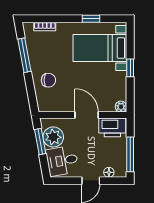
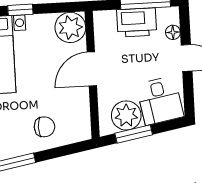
chair: (48, 80) -> (44, 127), turned 90
plant: (121, 107) -> (70, 27), width x1.87, depth x1.87
printer: (112, 127) -> (137, 22), moved, turned 90

